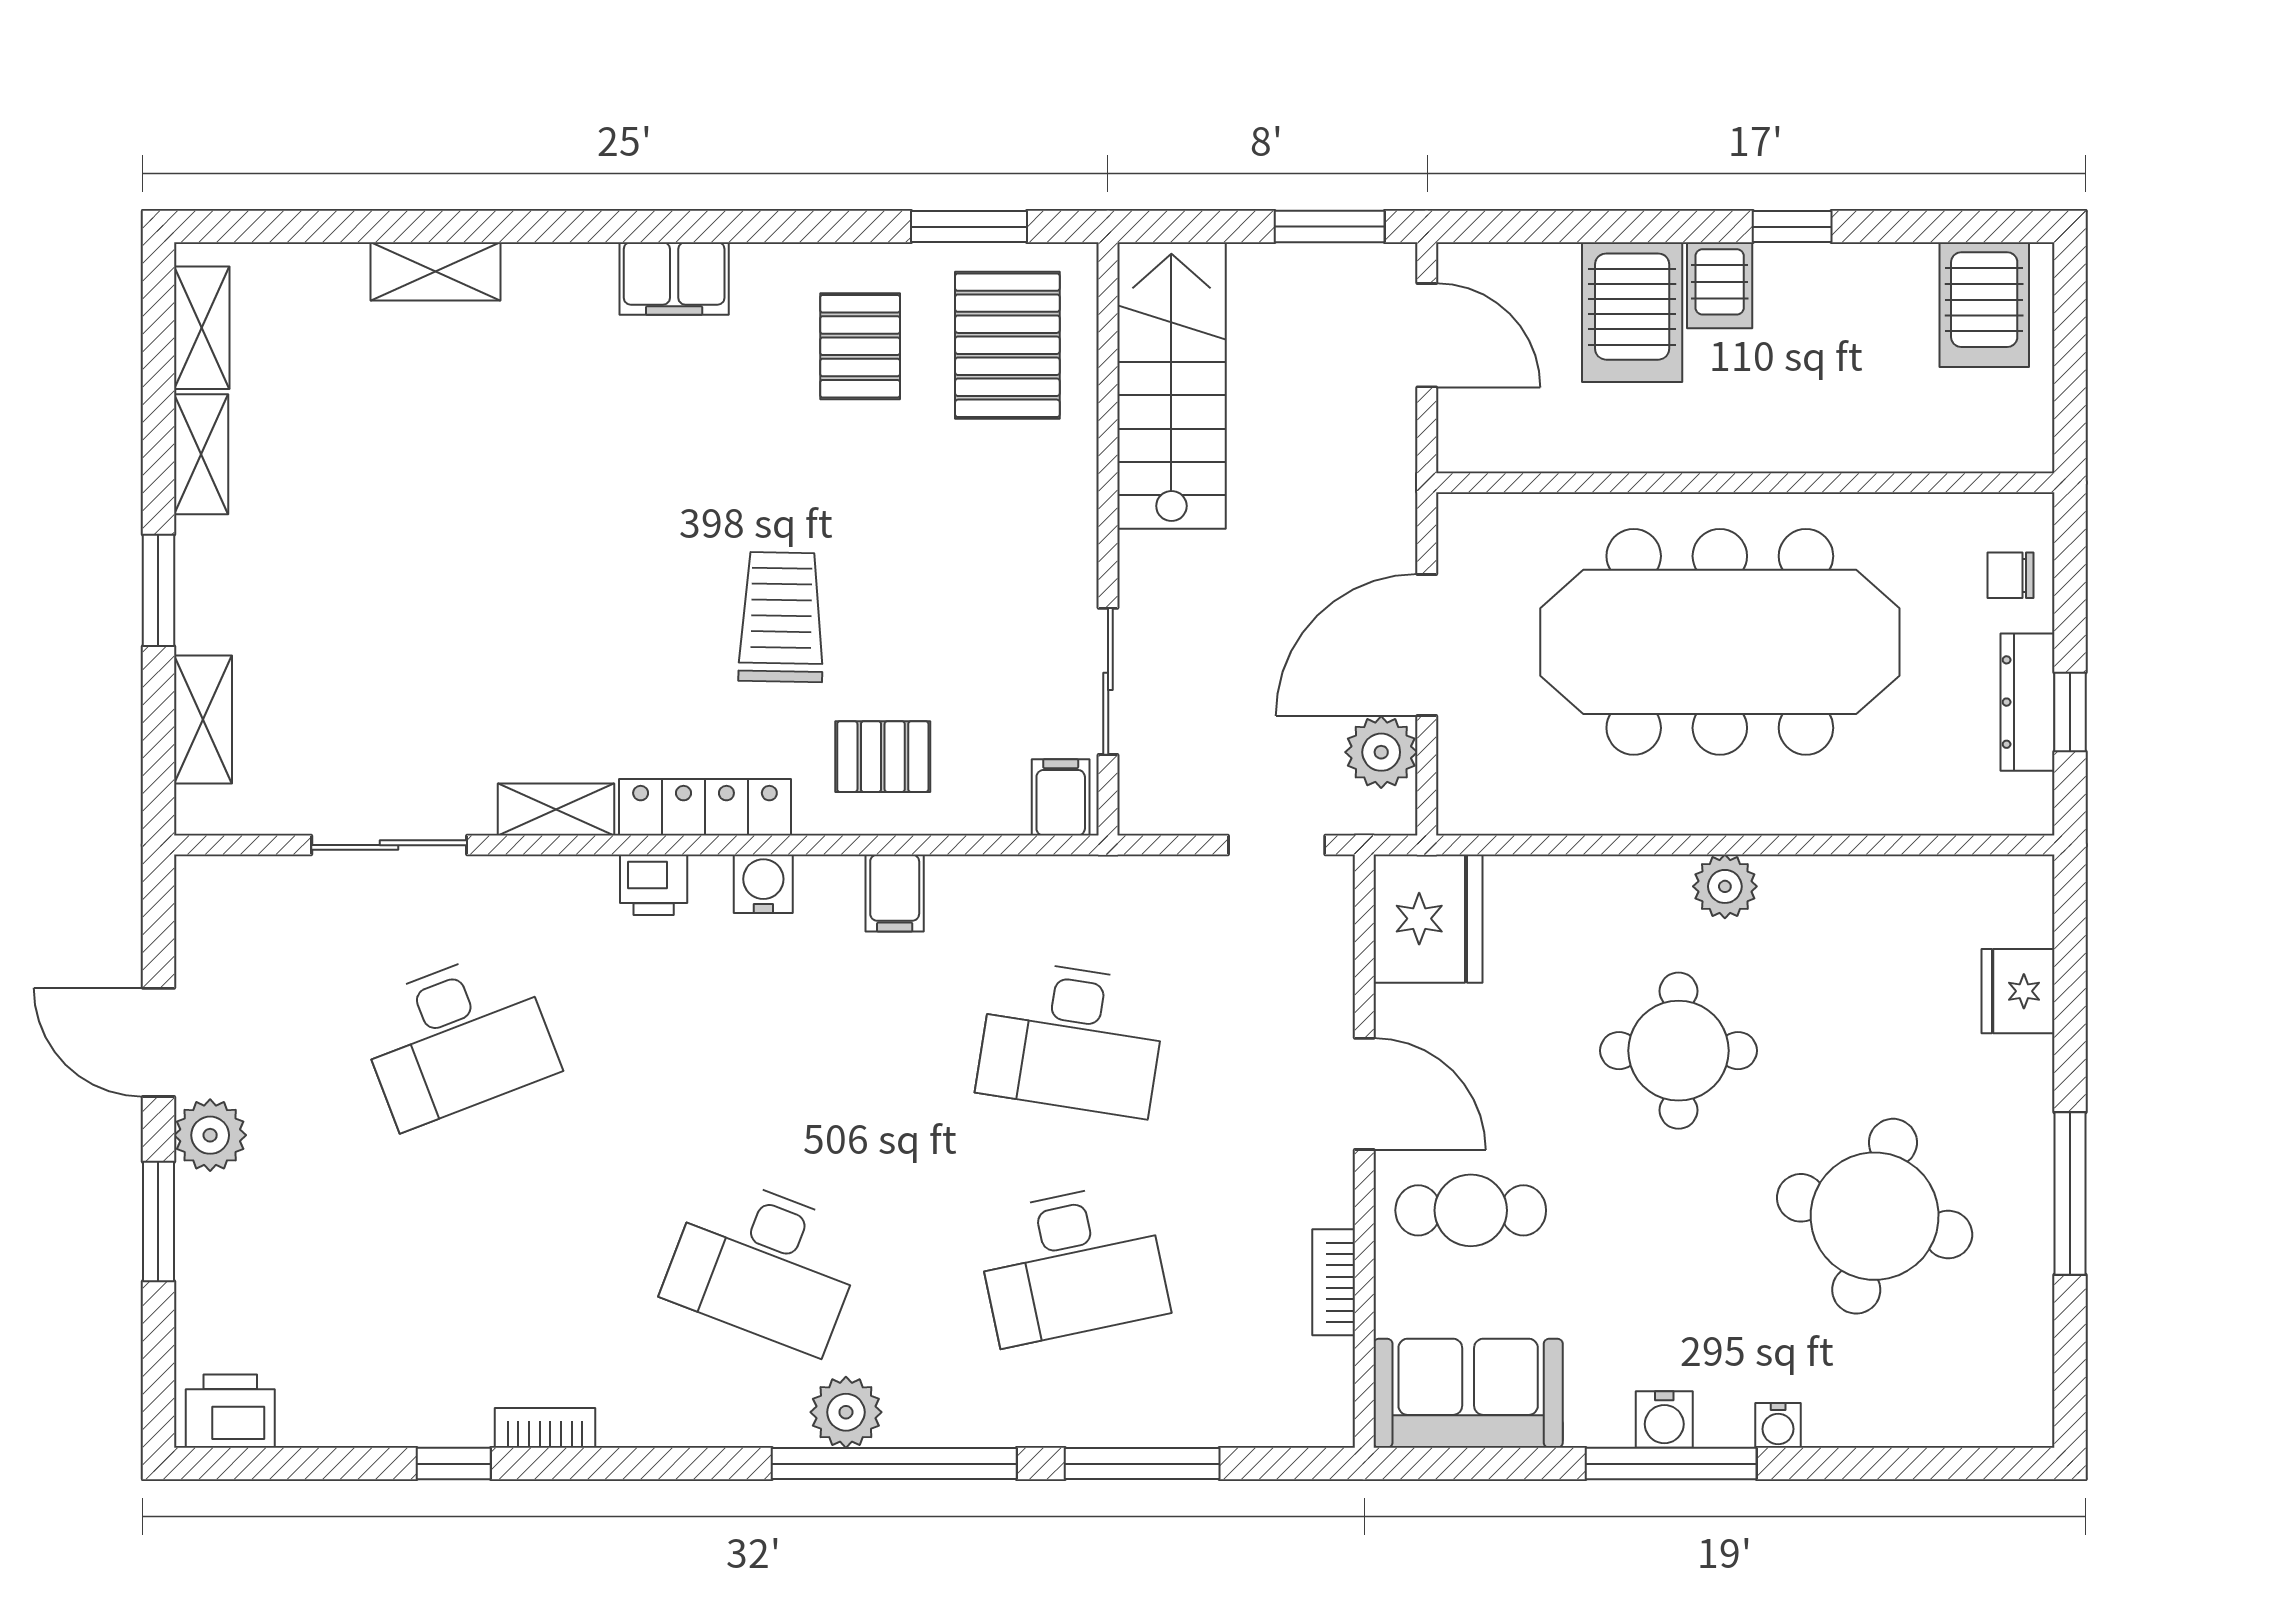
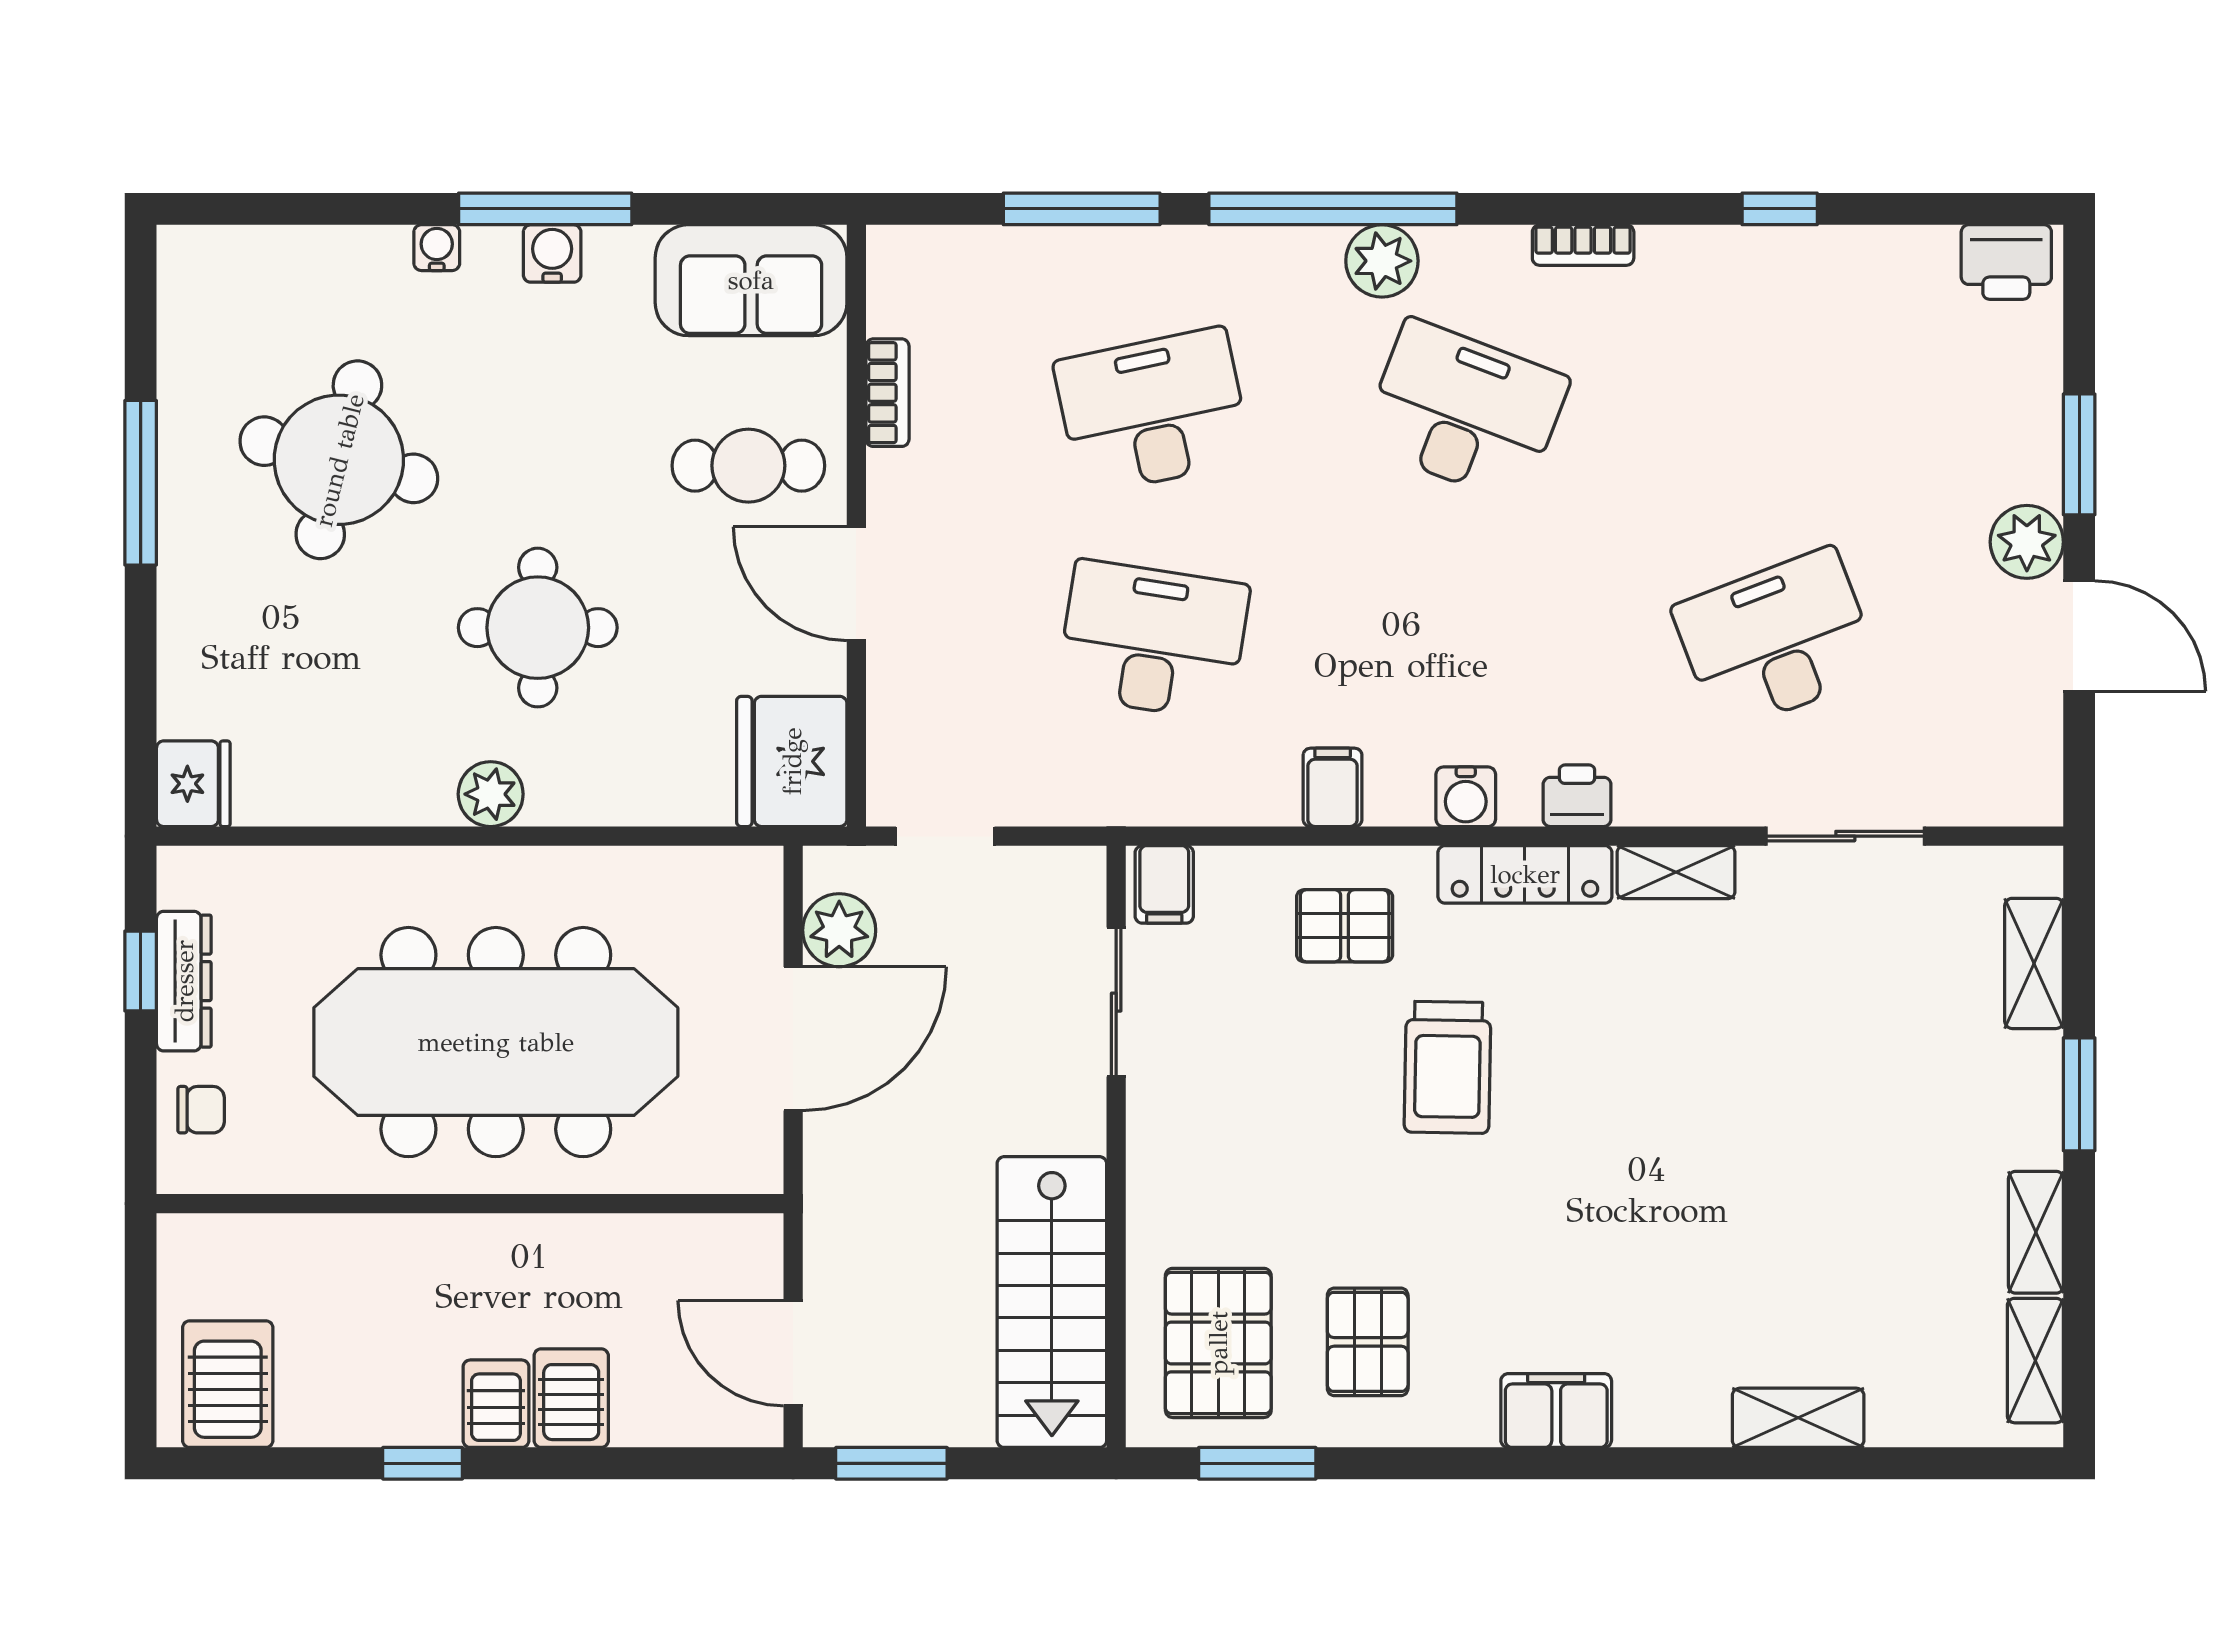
server rack: (1632, 312) -> (571, 1398), width x0.73, depth x0.70
fridge: (2018, 991) -> (193, 784), moved
bookcase: (545, 1428) -> (1583, 245), moved

